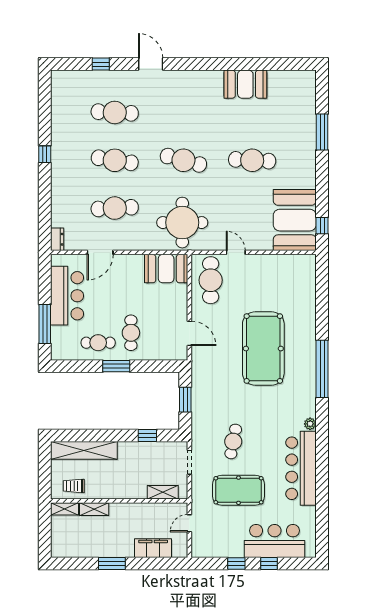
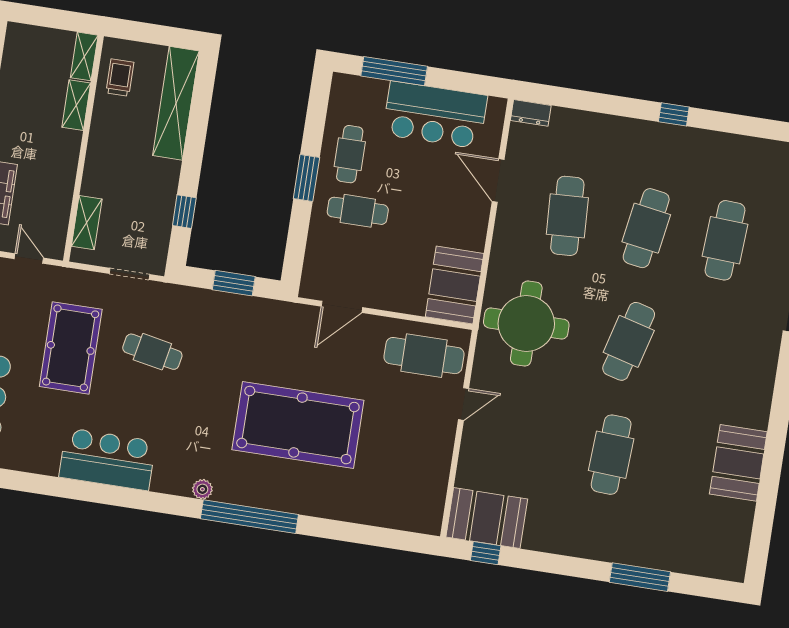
booth: (295, 220) -> (487, 518), width x0.73, depth x0.70
plant: (310, 424) -> (202, 489), moved
bar counter: (301, 468) -> (107, 459), width x0.73

